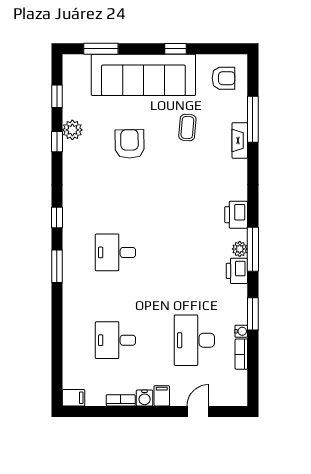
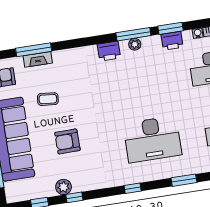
fireplace: (240, 141) -> (38, 59), moved
desk: (115, 252) -> (152, 139), width x1.87, depth x1.30
window: (57, 266) -> (184, 180), moved
printer: (237, 271) -> (172, 41), moved
window: (253, 314) -> (170, 28), moved

